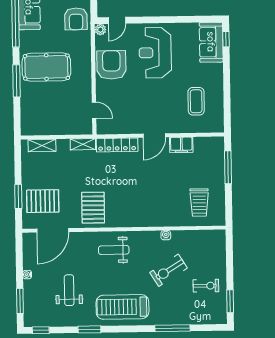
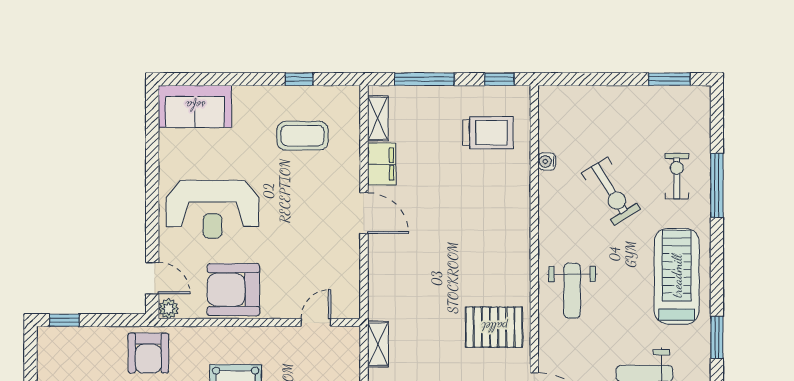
armchair: (76, 19) -> (148, 353), turned 90
window: (226, 39) -> (299, 79), moved
shelving: (206, 142) -> (378, 118), added
locker: (117, 145) -> (380, 281), removed
window: (229, 208) -> (499, 79), added
water cooler: (166, 235) -> (547, 161), moved
exercise bike: (206, 286) -> (677, 176), moved
treadmill: (122, 307) -> (677, 276), turned 180

